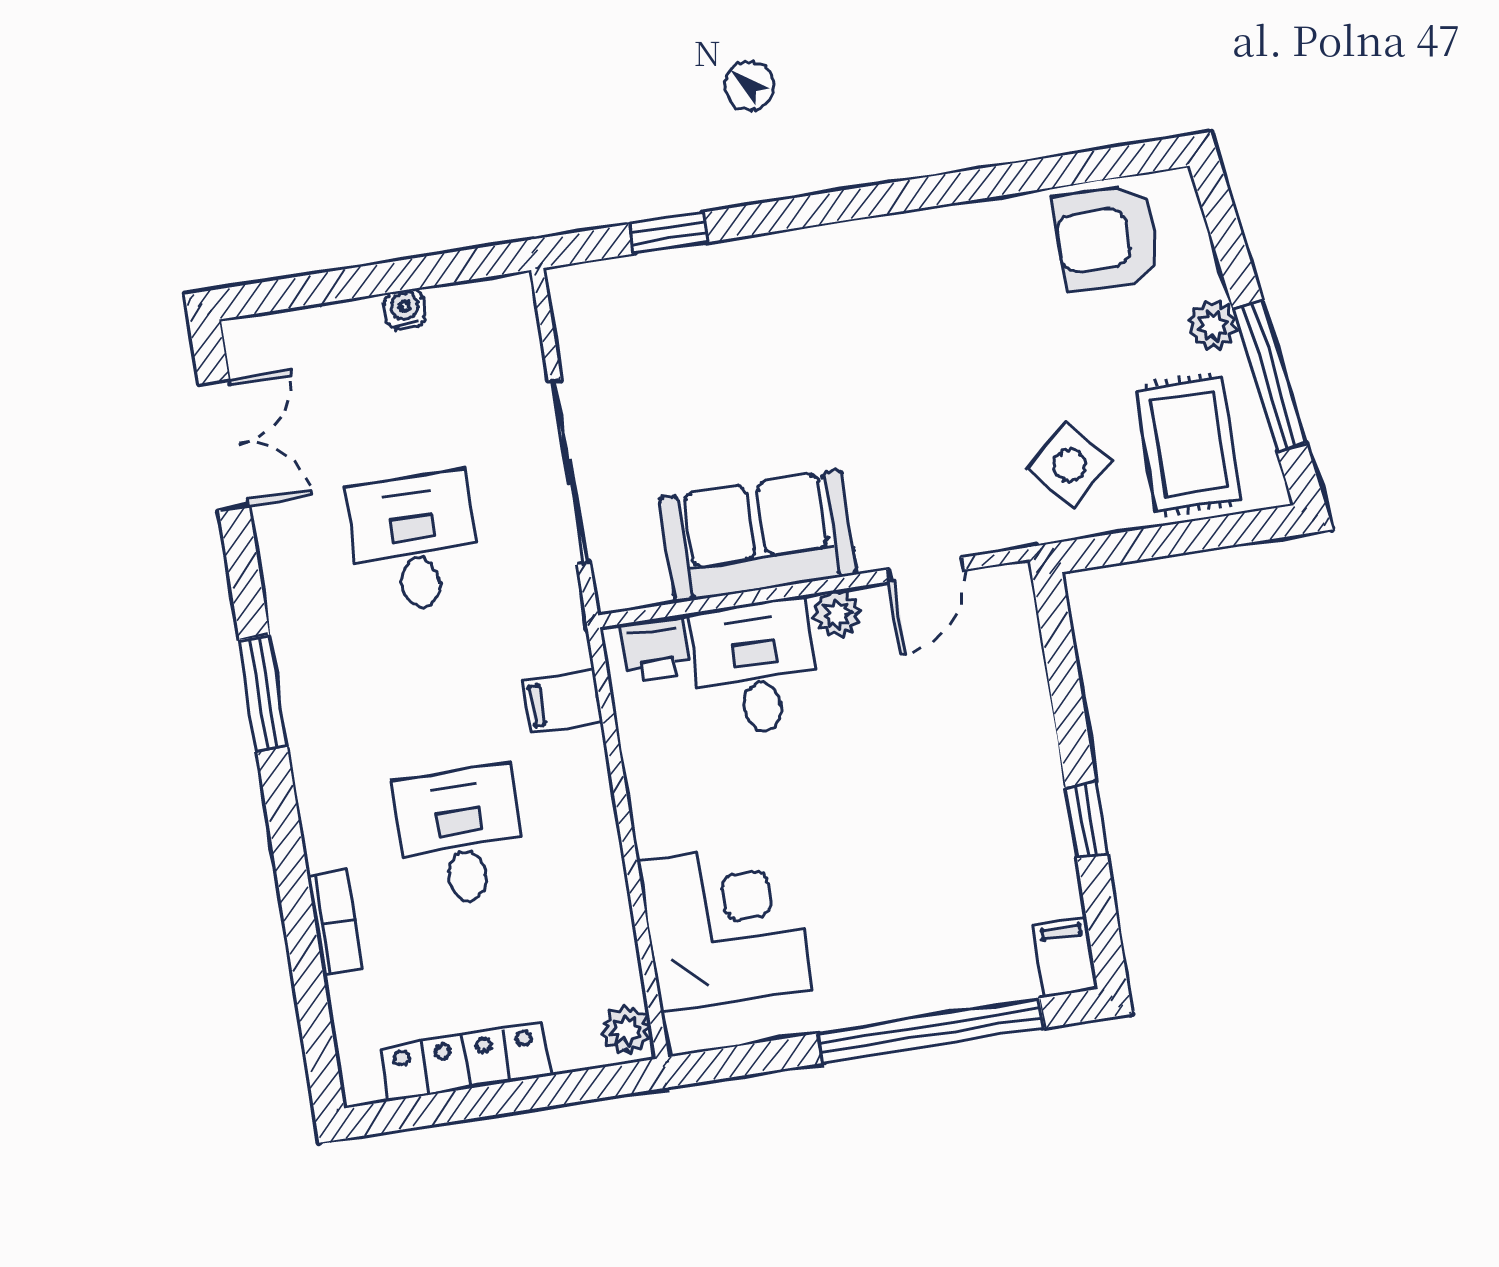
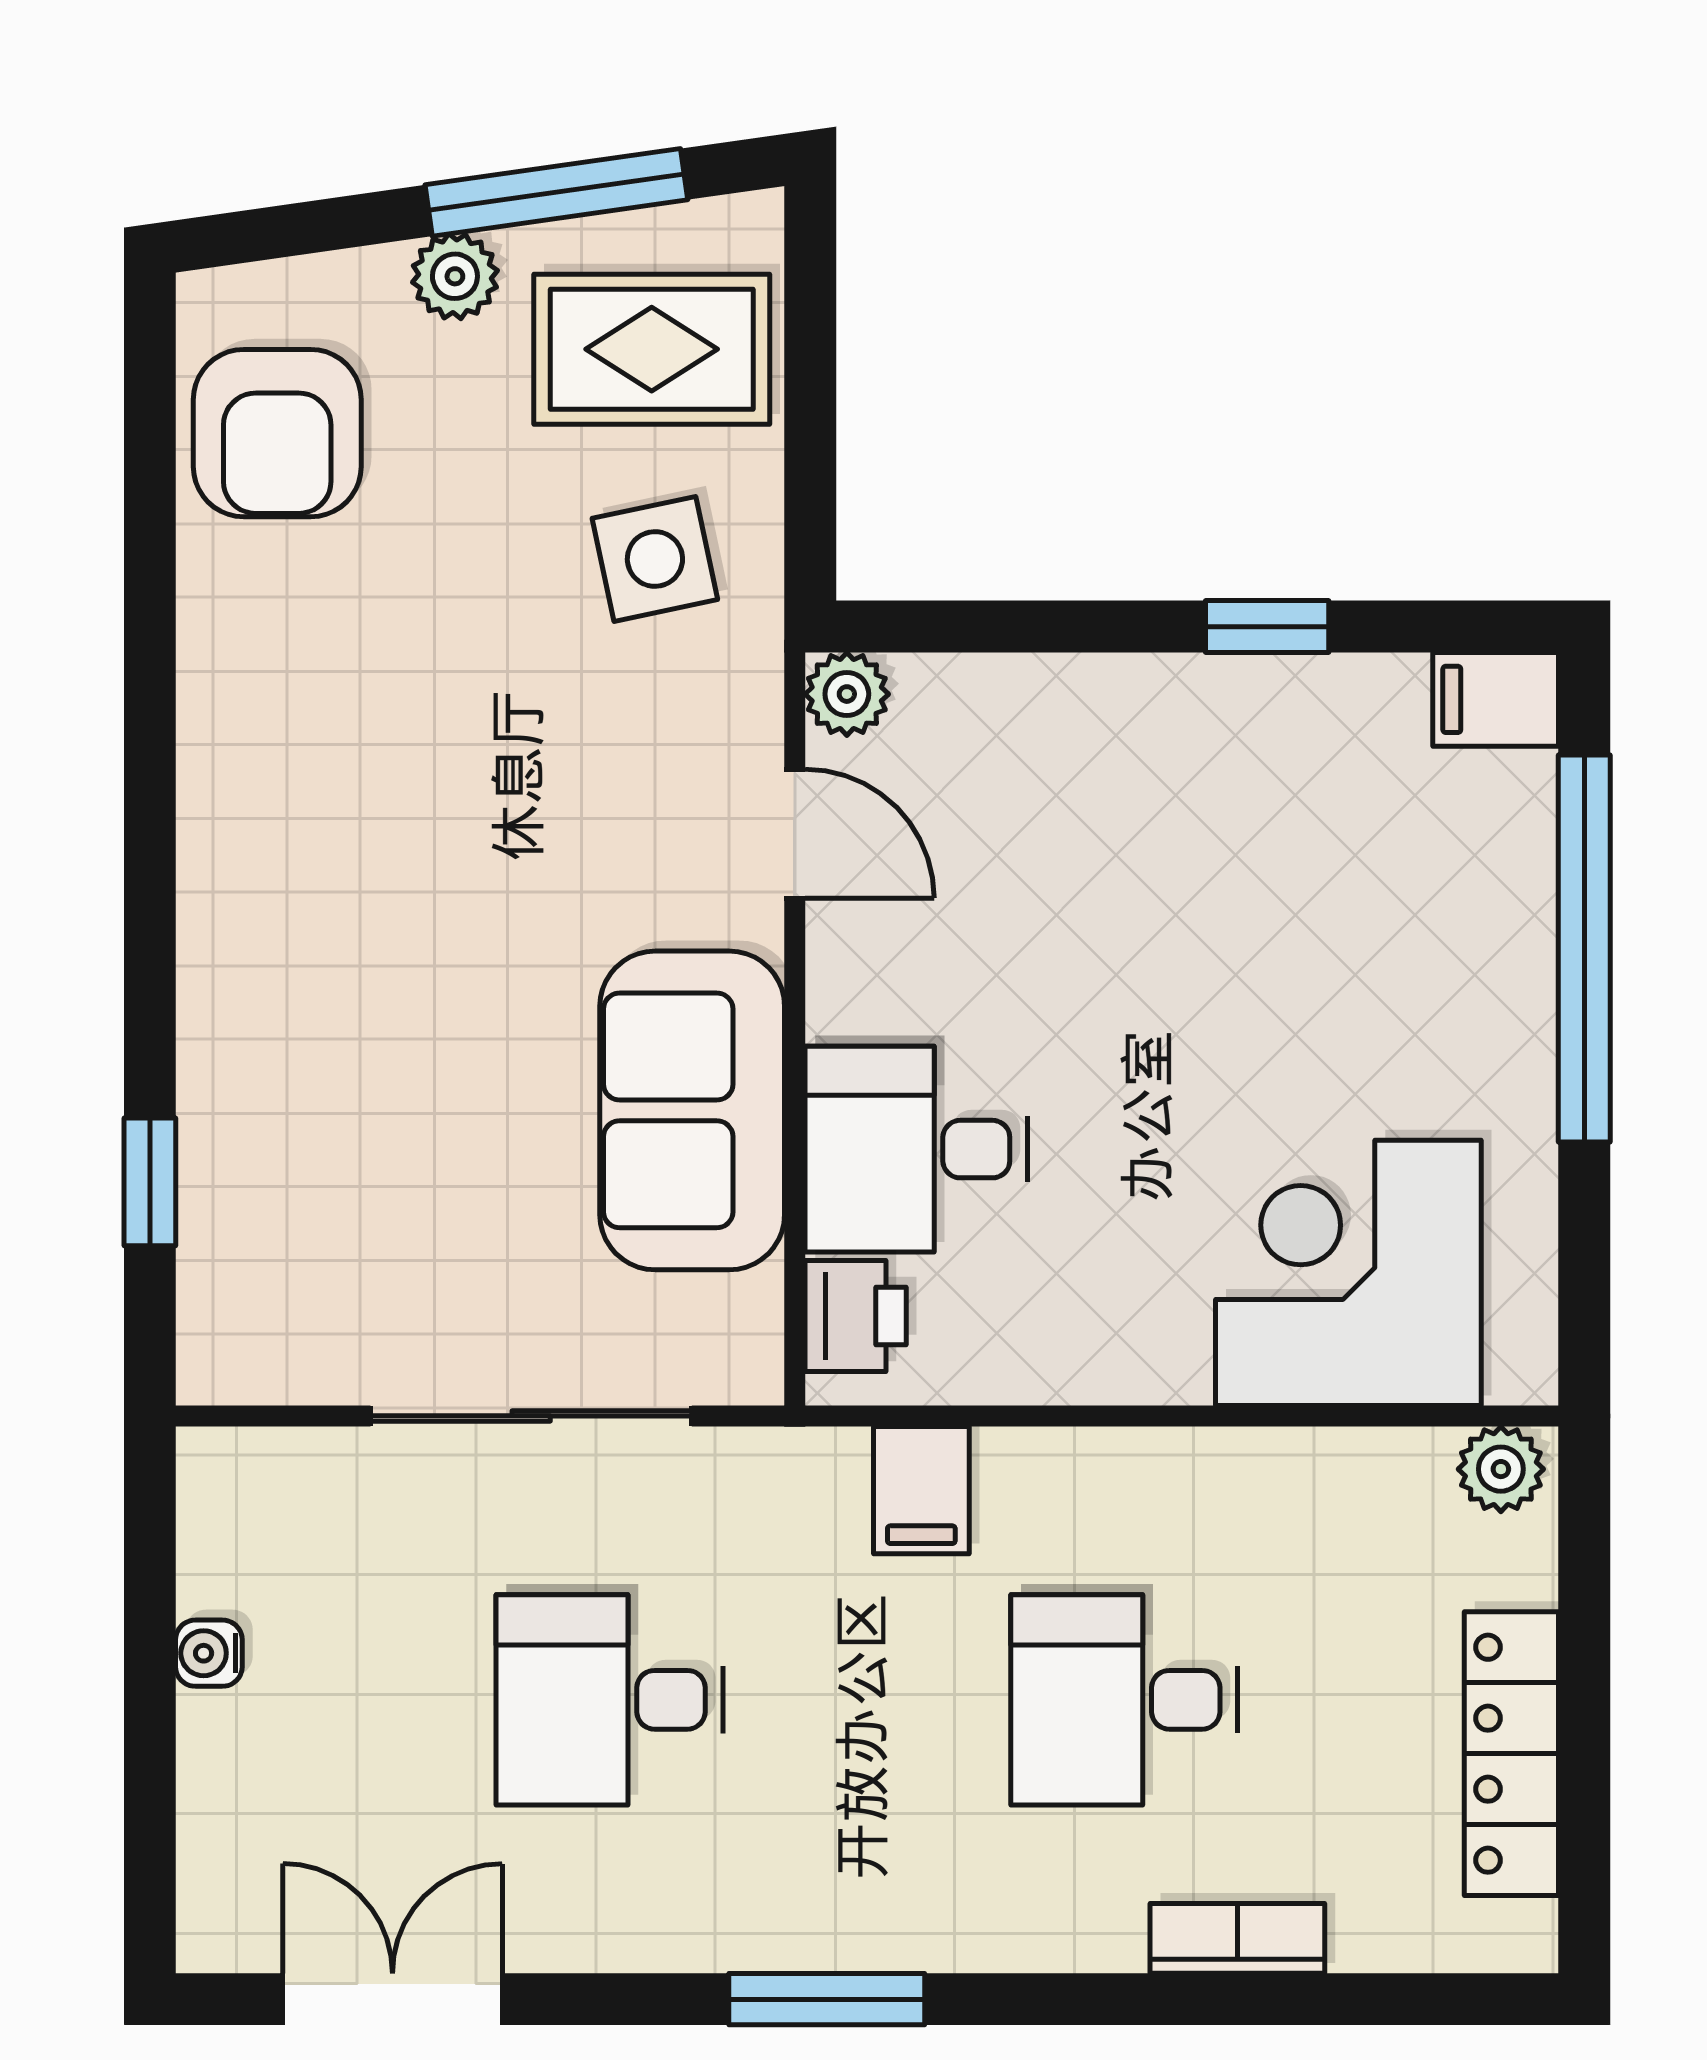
side table: (1069, 465) -> (655, 559), turned 30
plant: (837, 614) -> (847, 694), moved

